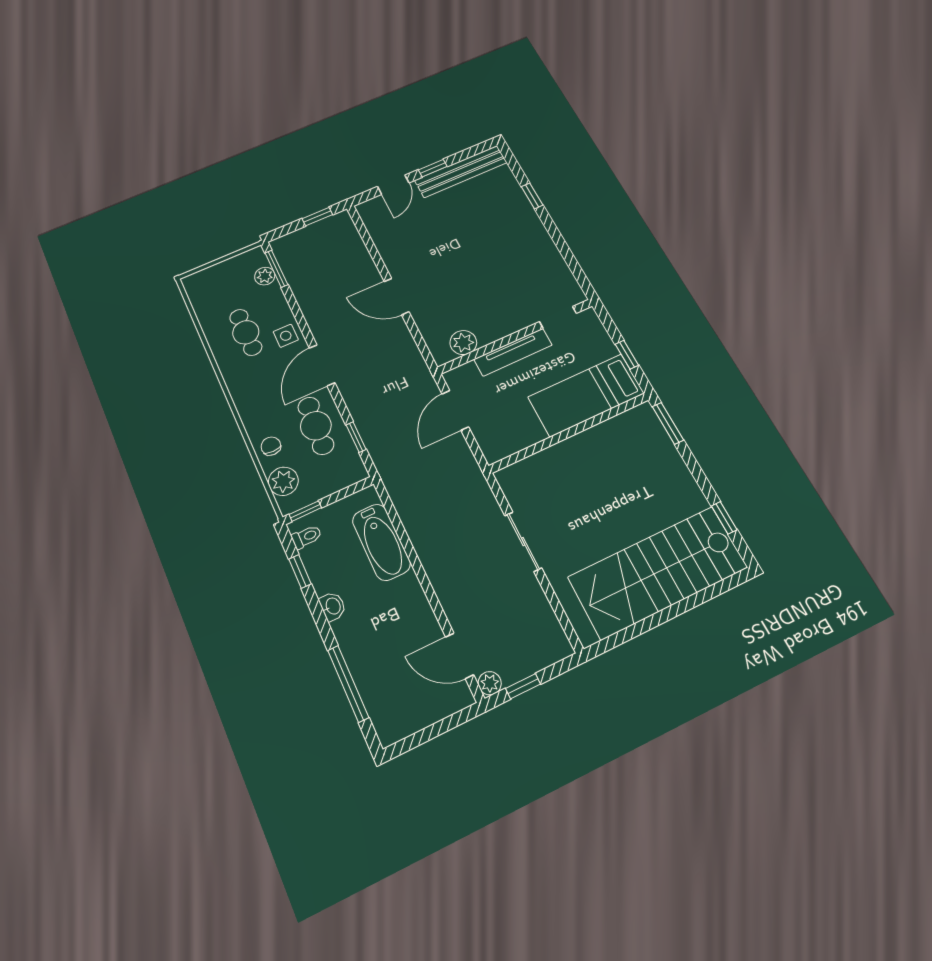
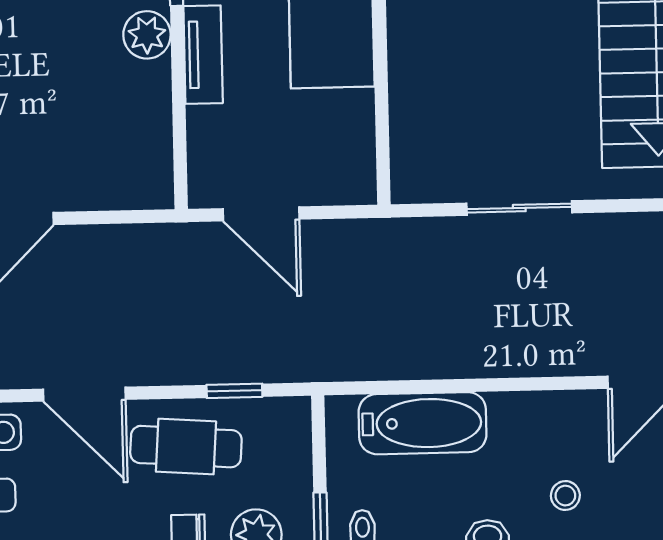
plant: (463, 343) -> (147, 35), moved
tv unit: (513, 352) -> (203, 55), width x0.71
stool: (375, 640) -> (565, 496), added

